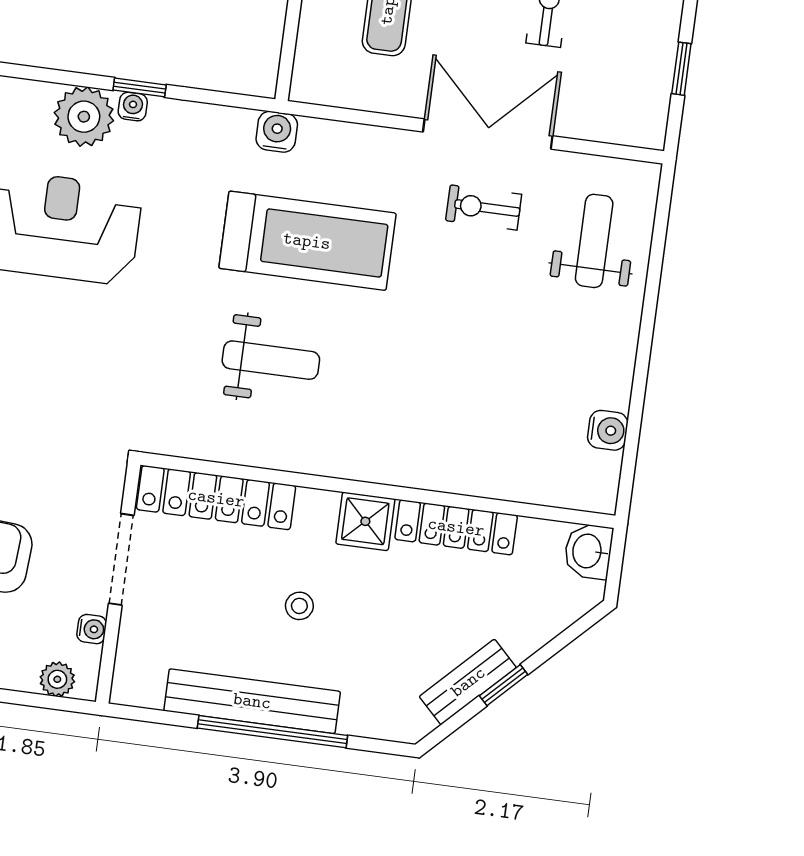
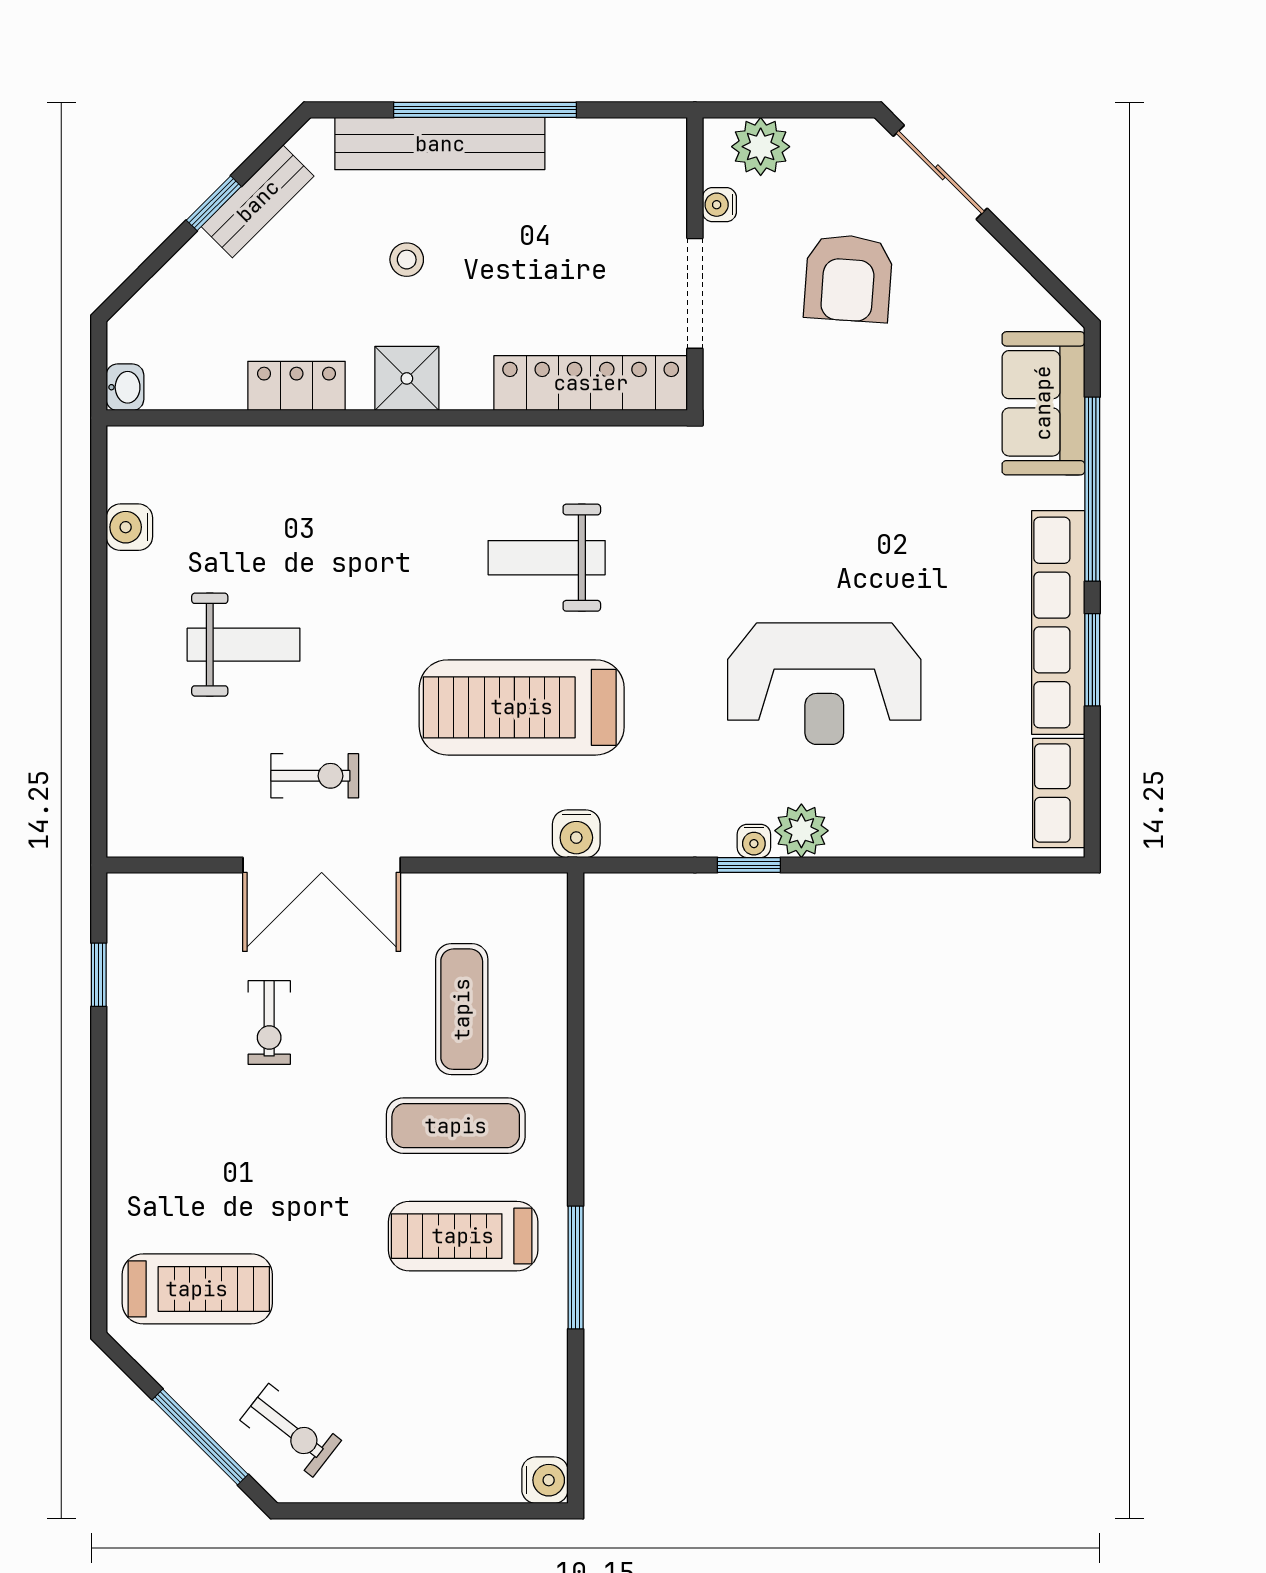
plant: (84, 117) -> (801, 831), width x0.73, depth x0.73
weight bench: (594, 241) -> (244, 645), moved, turned -90
locker: (456, 527) -> (297, 386), width x0.66
washbasin: (588, 551) -> (125, 387), width x0.72, depth x0.69
stool: (299, 606) -> (407, 260), moved
plant: (57, 679) -> (761, 147), width x1.38, depth x1.38
bench: (252, 701) -> (440, 144), moved

